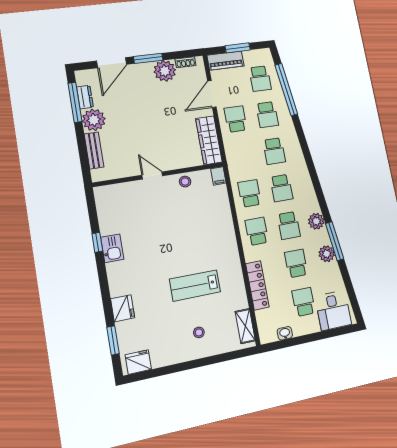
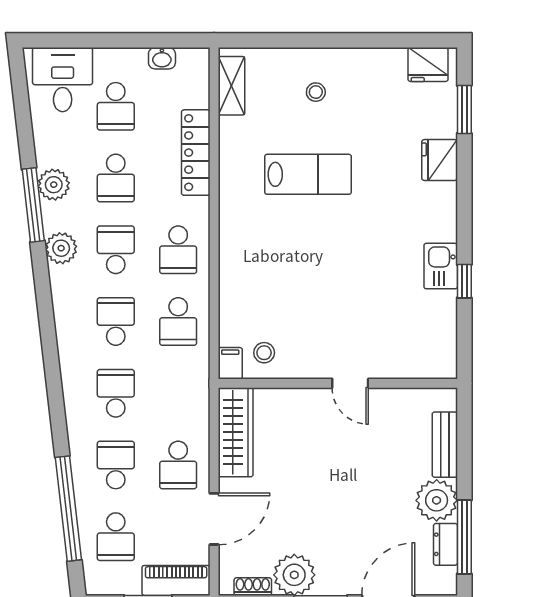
school desk: (260, 79) -> (116, 537), turned 180
stool: (185, 182) -> (264, 353), moved

